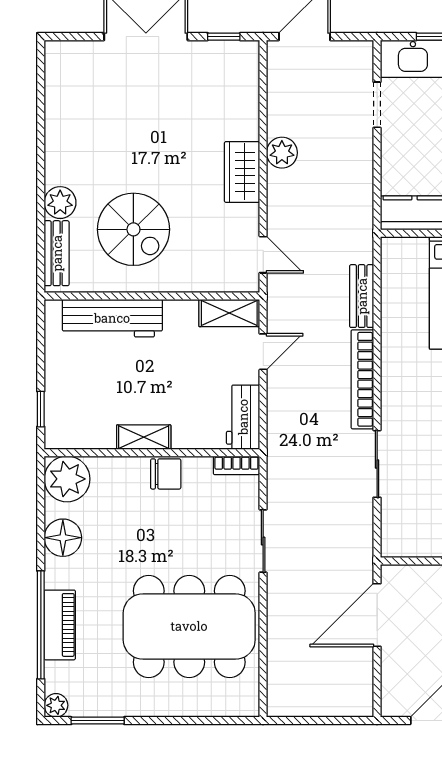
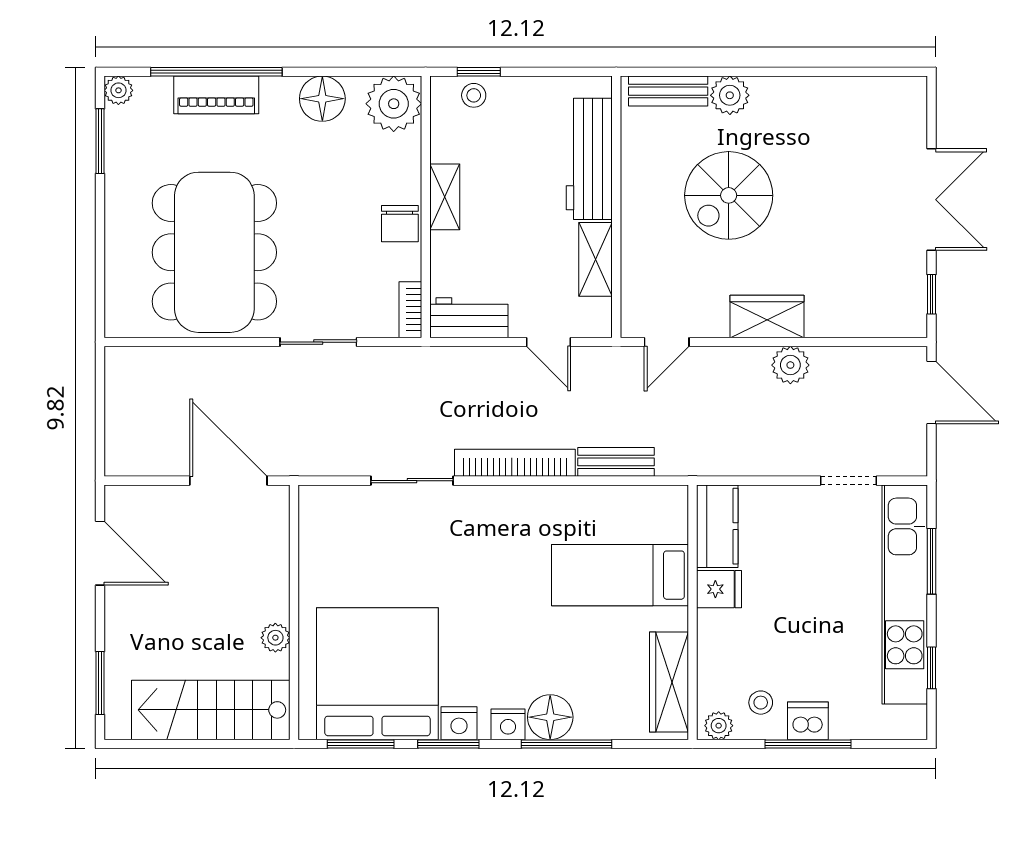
spiral stairs: (133, 229) -> (729, 195), moved
shelving: (229, 313) -> (595, 259), moved
stool: (60, 413) -> (474, 95), added

